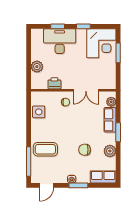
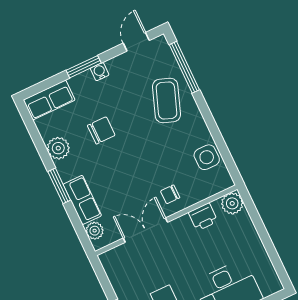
plant: (37, 67) -> (232, 203), moved
coffee table: (45, 149) -> (167, 100), turned -70

